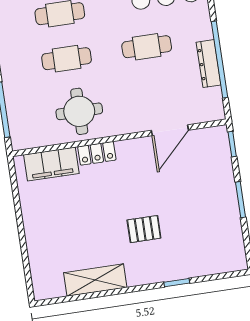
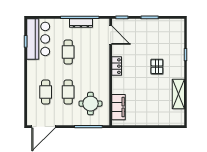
round table: (79, 111) -> (90, 104), moved
door: (170, 130) -> (111, 35), moved
locker: (97, 153) -> (117, 66), moved

